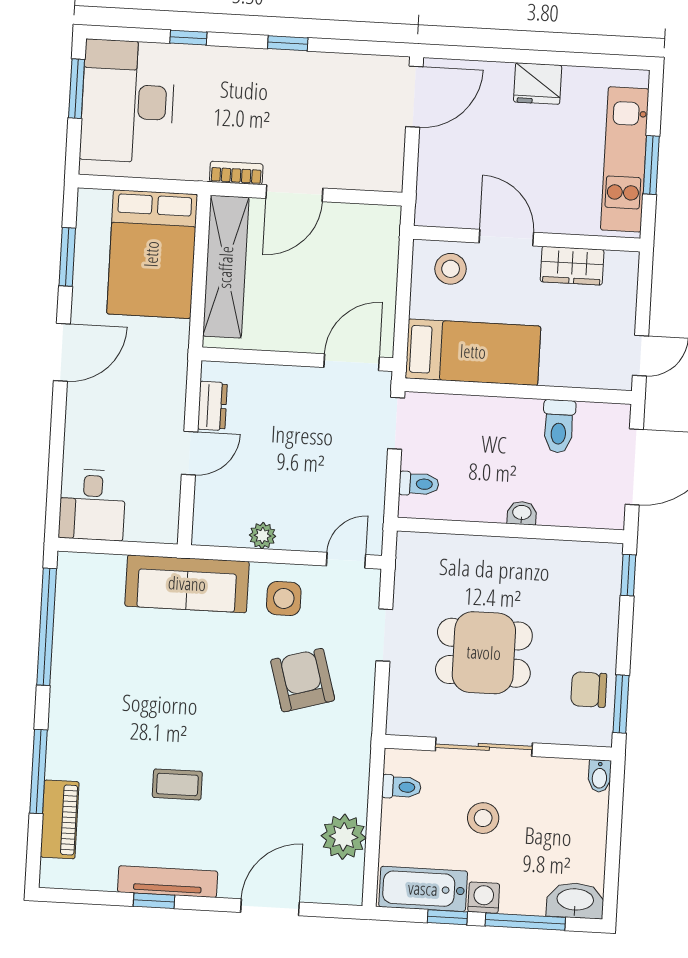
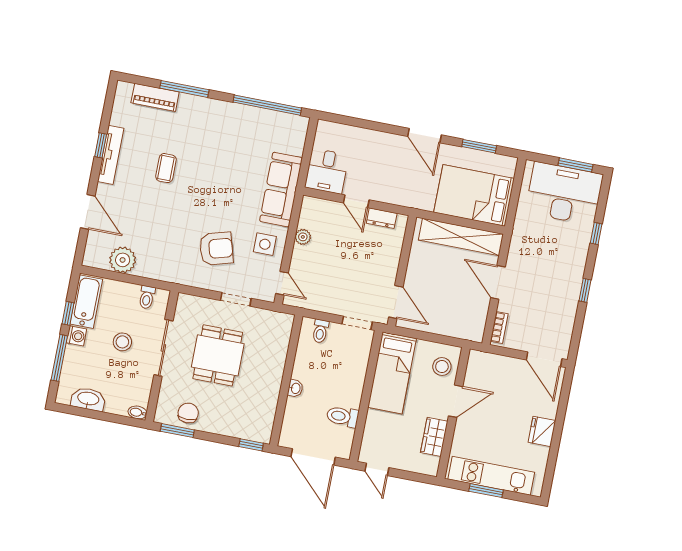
bookcase: (236, 173) -> (499, 328), moved
desk: (92, 505) -> (327, 171), moved, turned -90
washbasin: (575, 900) -> (88, 399), moved, turned -90

